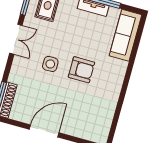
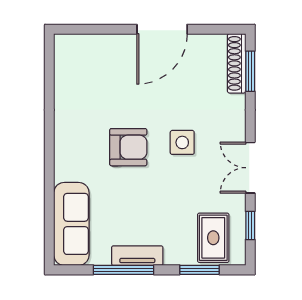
armchair: (81, 70) -> (128, 147), turned 180

